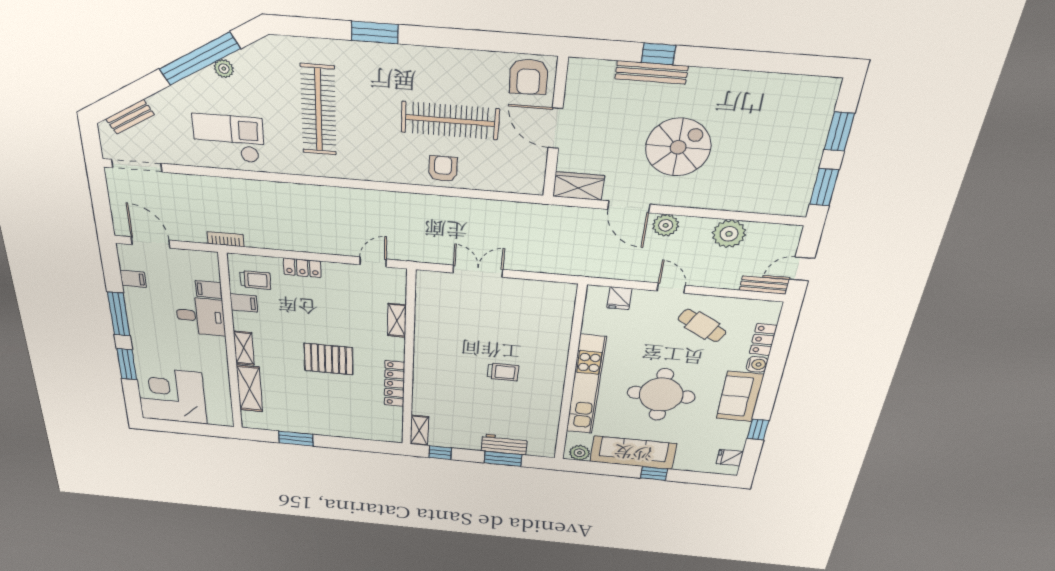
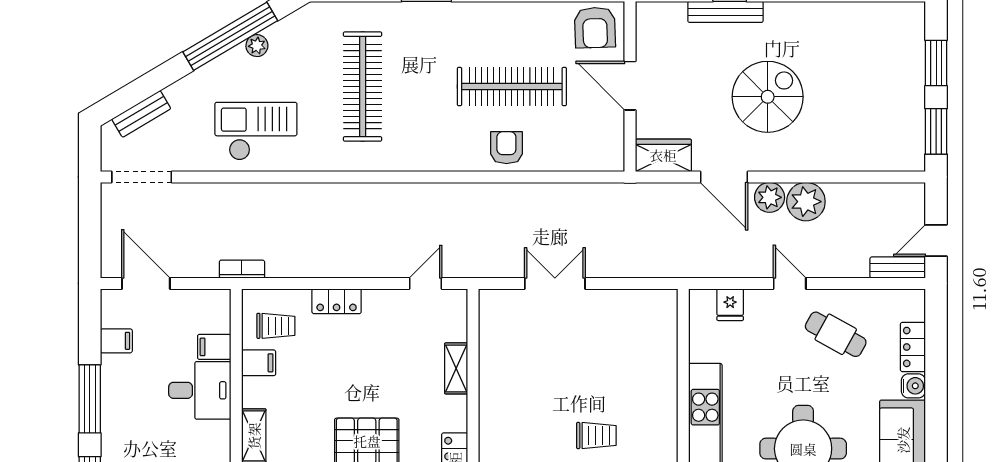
plant: (729, 234) -> (806, 202), moved

